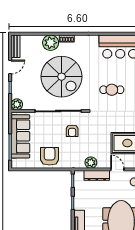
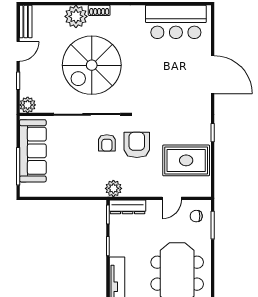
spiral stairs: (62, 77) -> (92, 65), turned 90
cafe table: (112, 90) -> (164, 84), removed
armchair: (50, 156) -> (137, 145), moved
plant: (91, 163) -> (113, 188), moved
door: (117, 169) -> (172, 198), swing flipped
dresser: (97, 175) -> (127, 207), moved

